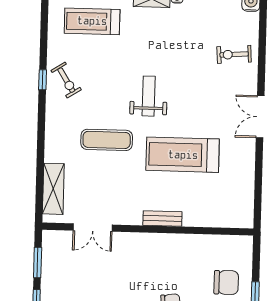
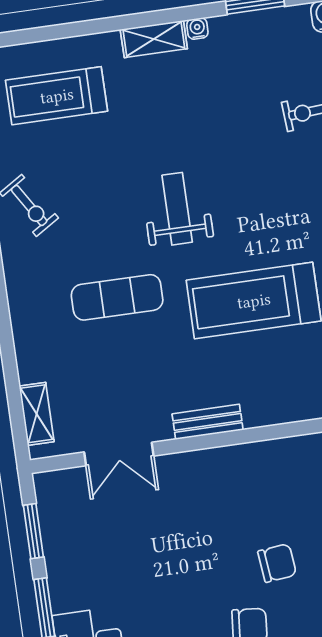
shelving: (53, 189) -> (37, 414), width x0.67, depth x0.75
bench: (162, 219) -> (208, 422), moved

